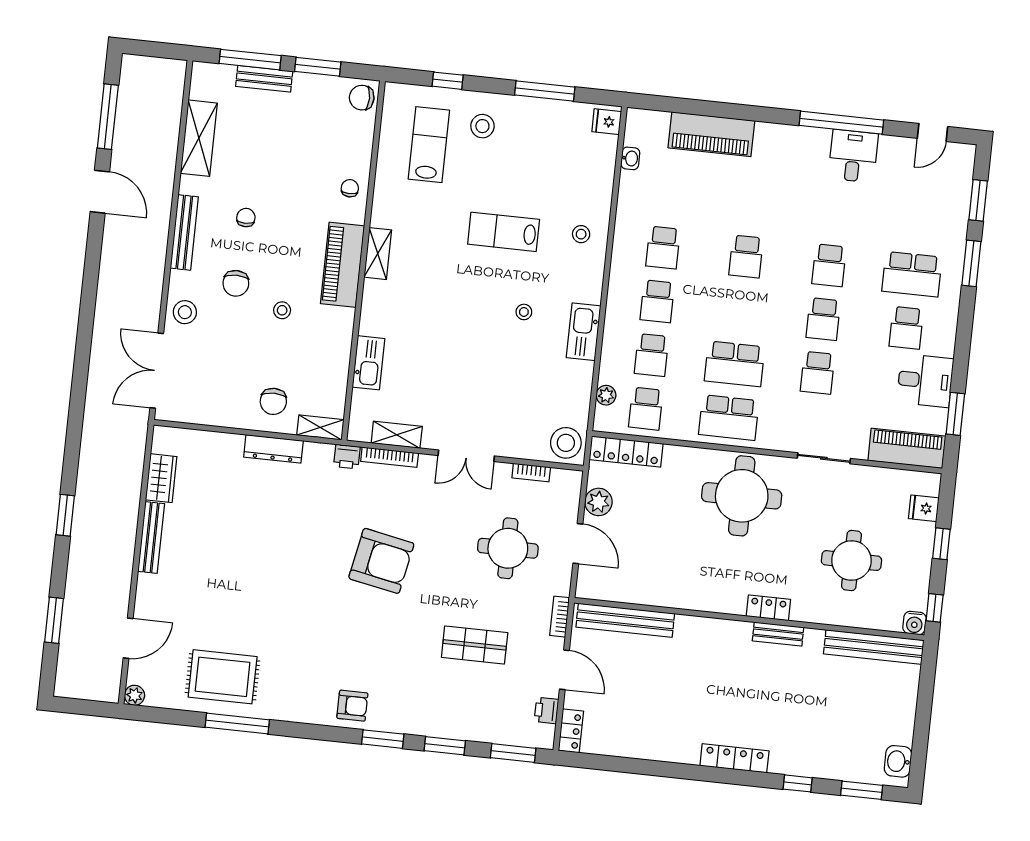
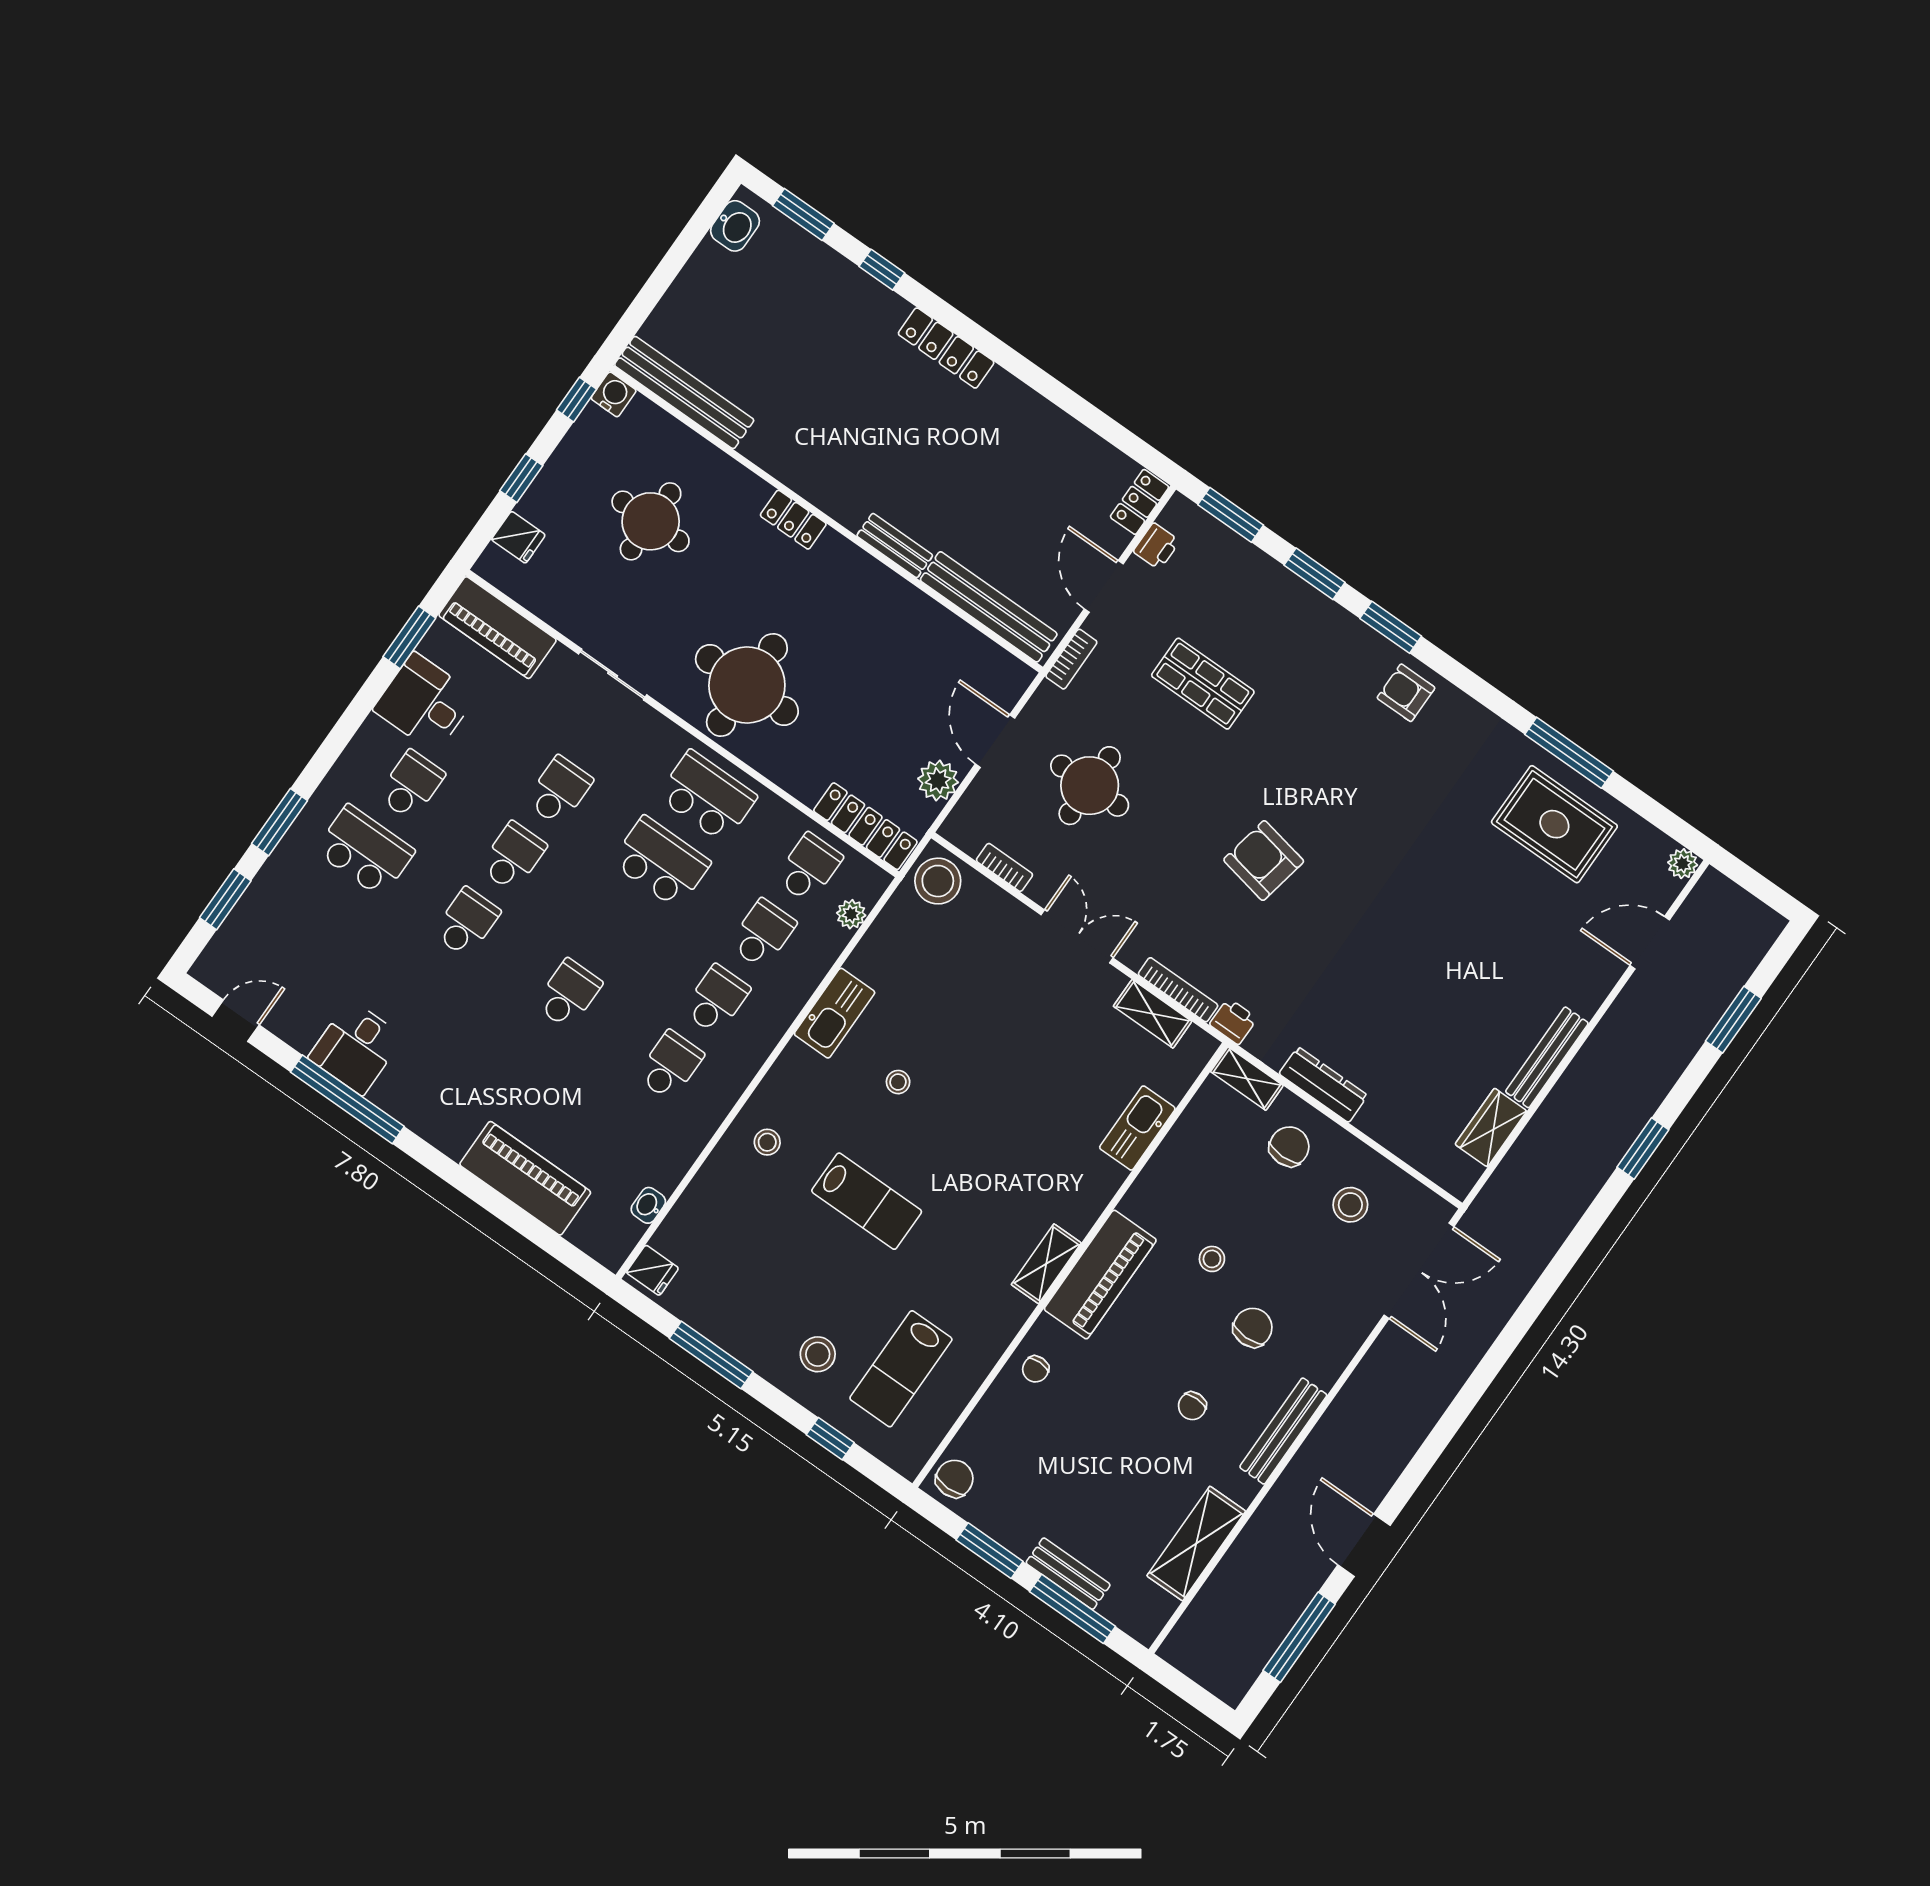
chair: (362, 98) -> (954, 1479), turned -90
stool: (185, 312) -> (1350, 1205), moved
armchair: (381, 561) -> (1264, 861), width x0.73, depth x0.73
bench: (778, 634) -> (895, 546), moved

